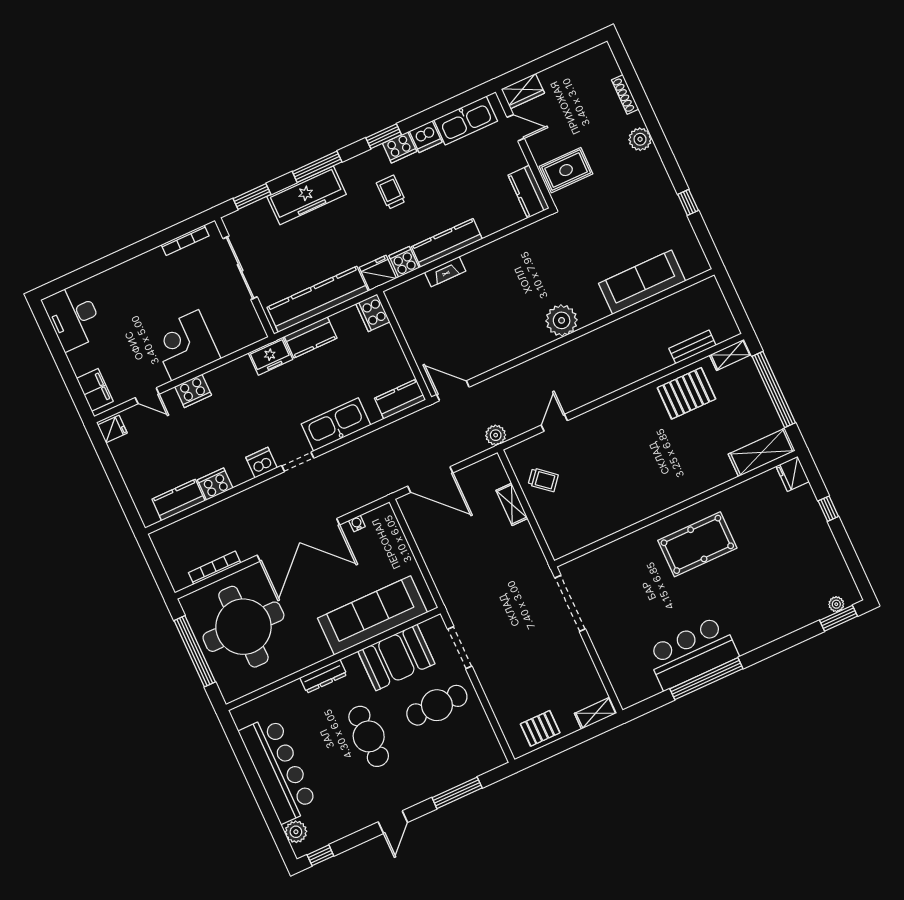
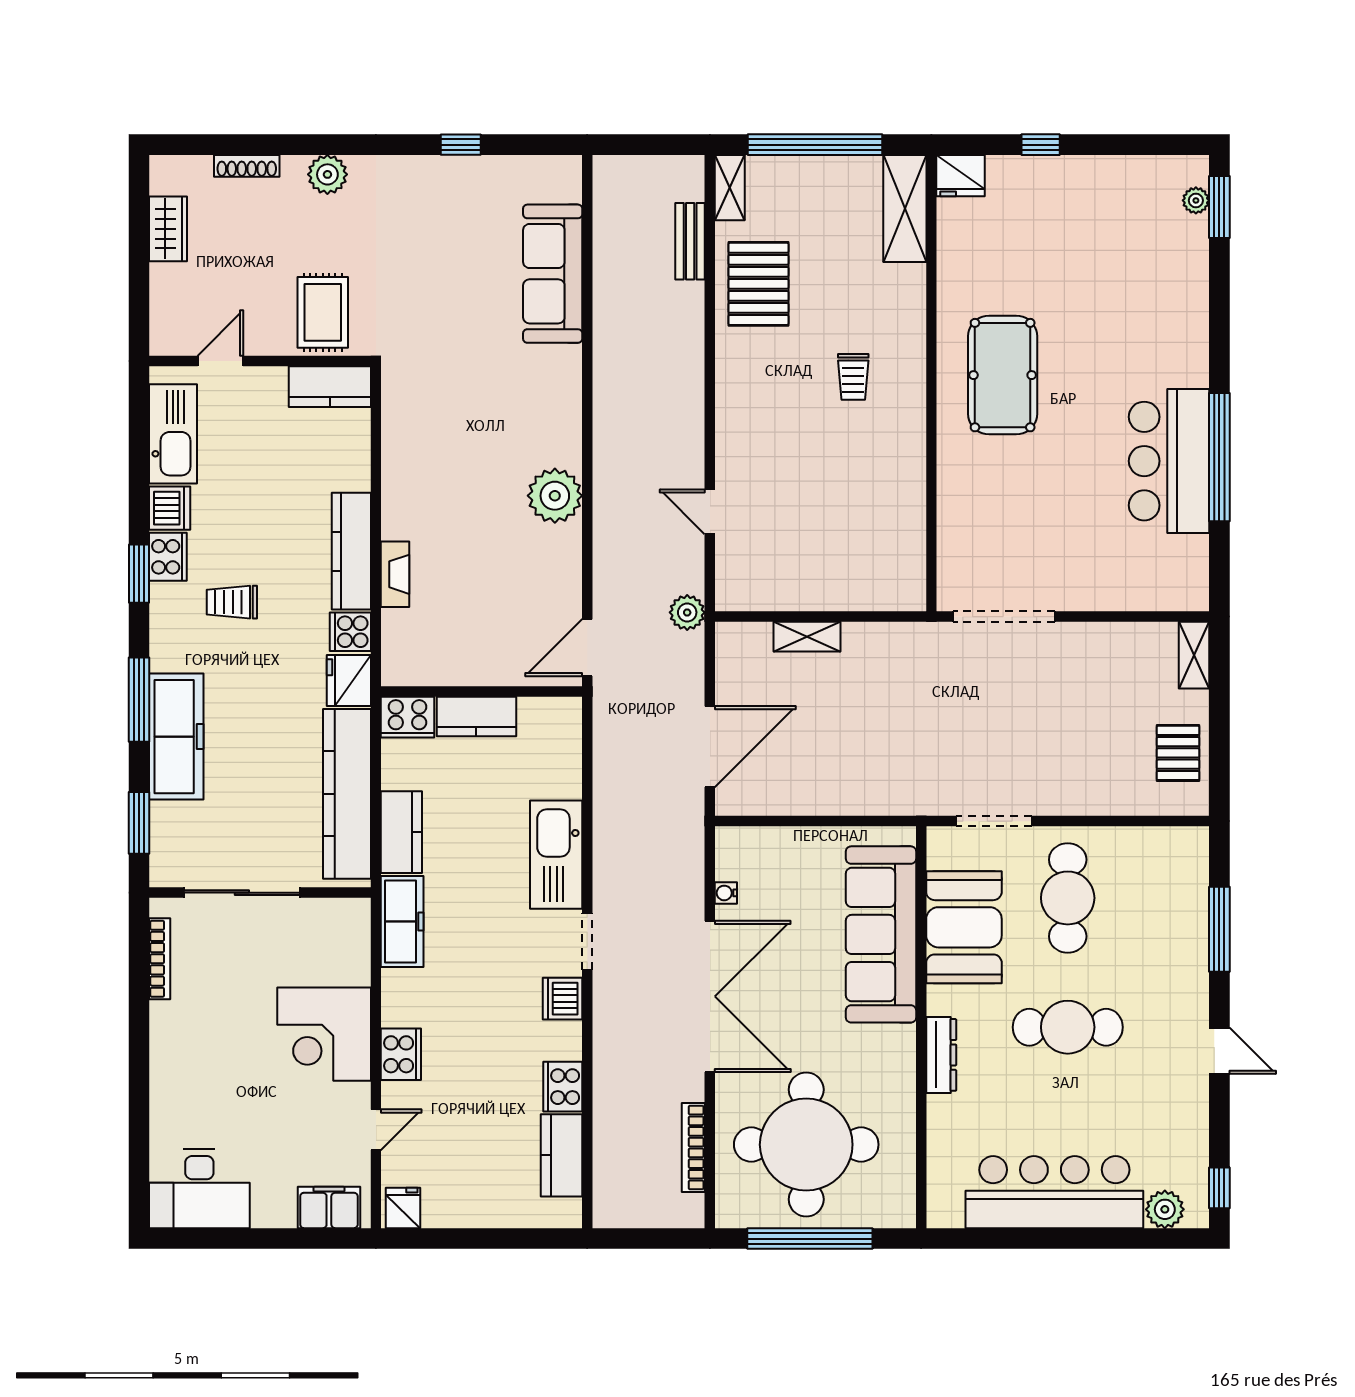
wardrobe: (523, 91) -> (168, 229), moved
plant: (562, 320) -> (555, 496), moved
freezer: (270, 356) -> (402, 921), width x1.40
kitchen counter: (400, 399) -> (476, 716), moved, turned -90
trolley: (543, 480) -> (853, 377), moved, turned 140

